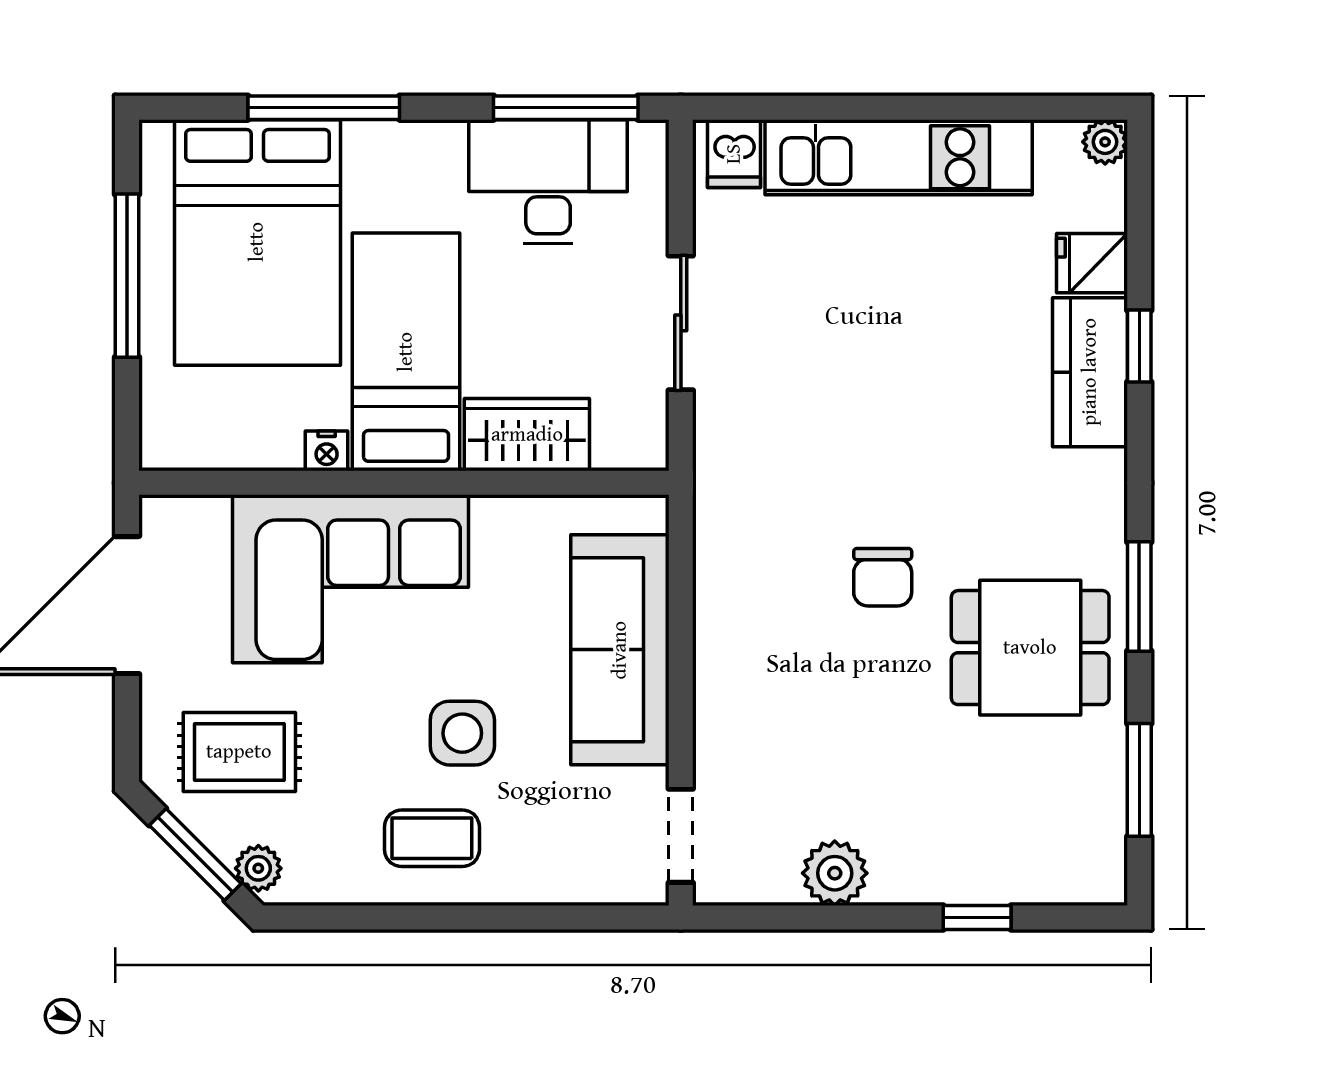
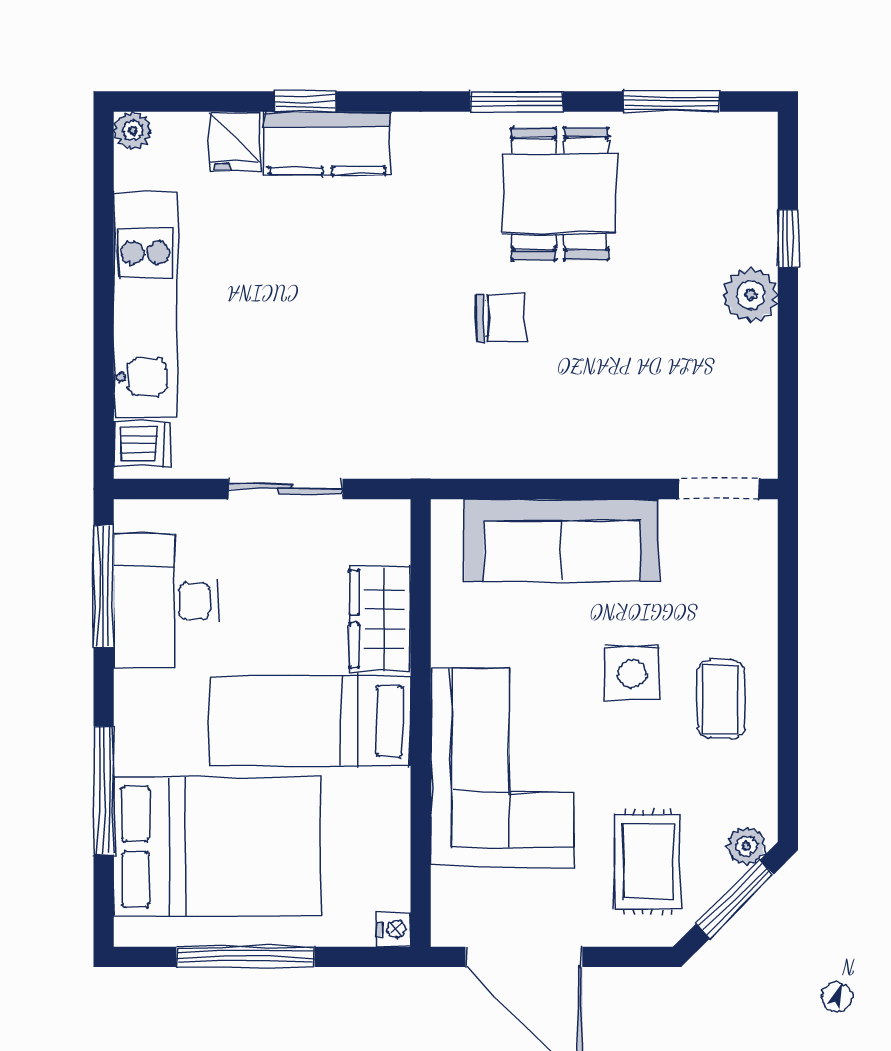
nightstand: (327, 451) -> (394, 929), moved
plant: (835, 873) -> (750, 295), moved

